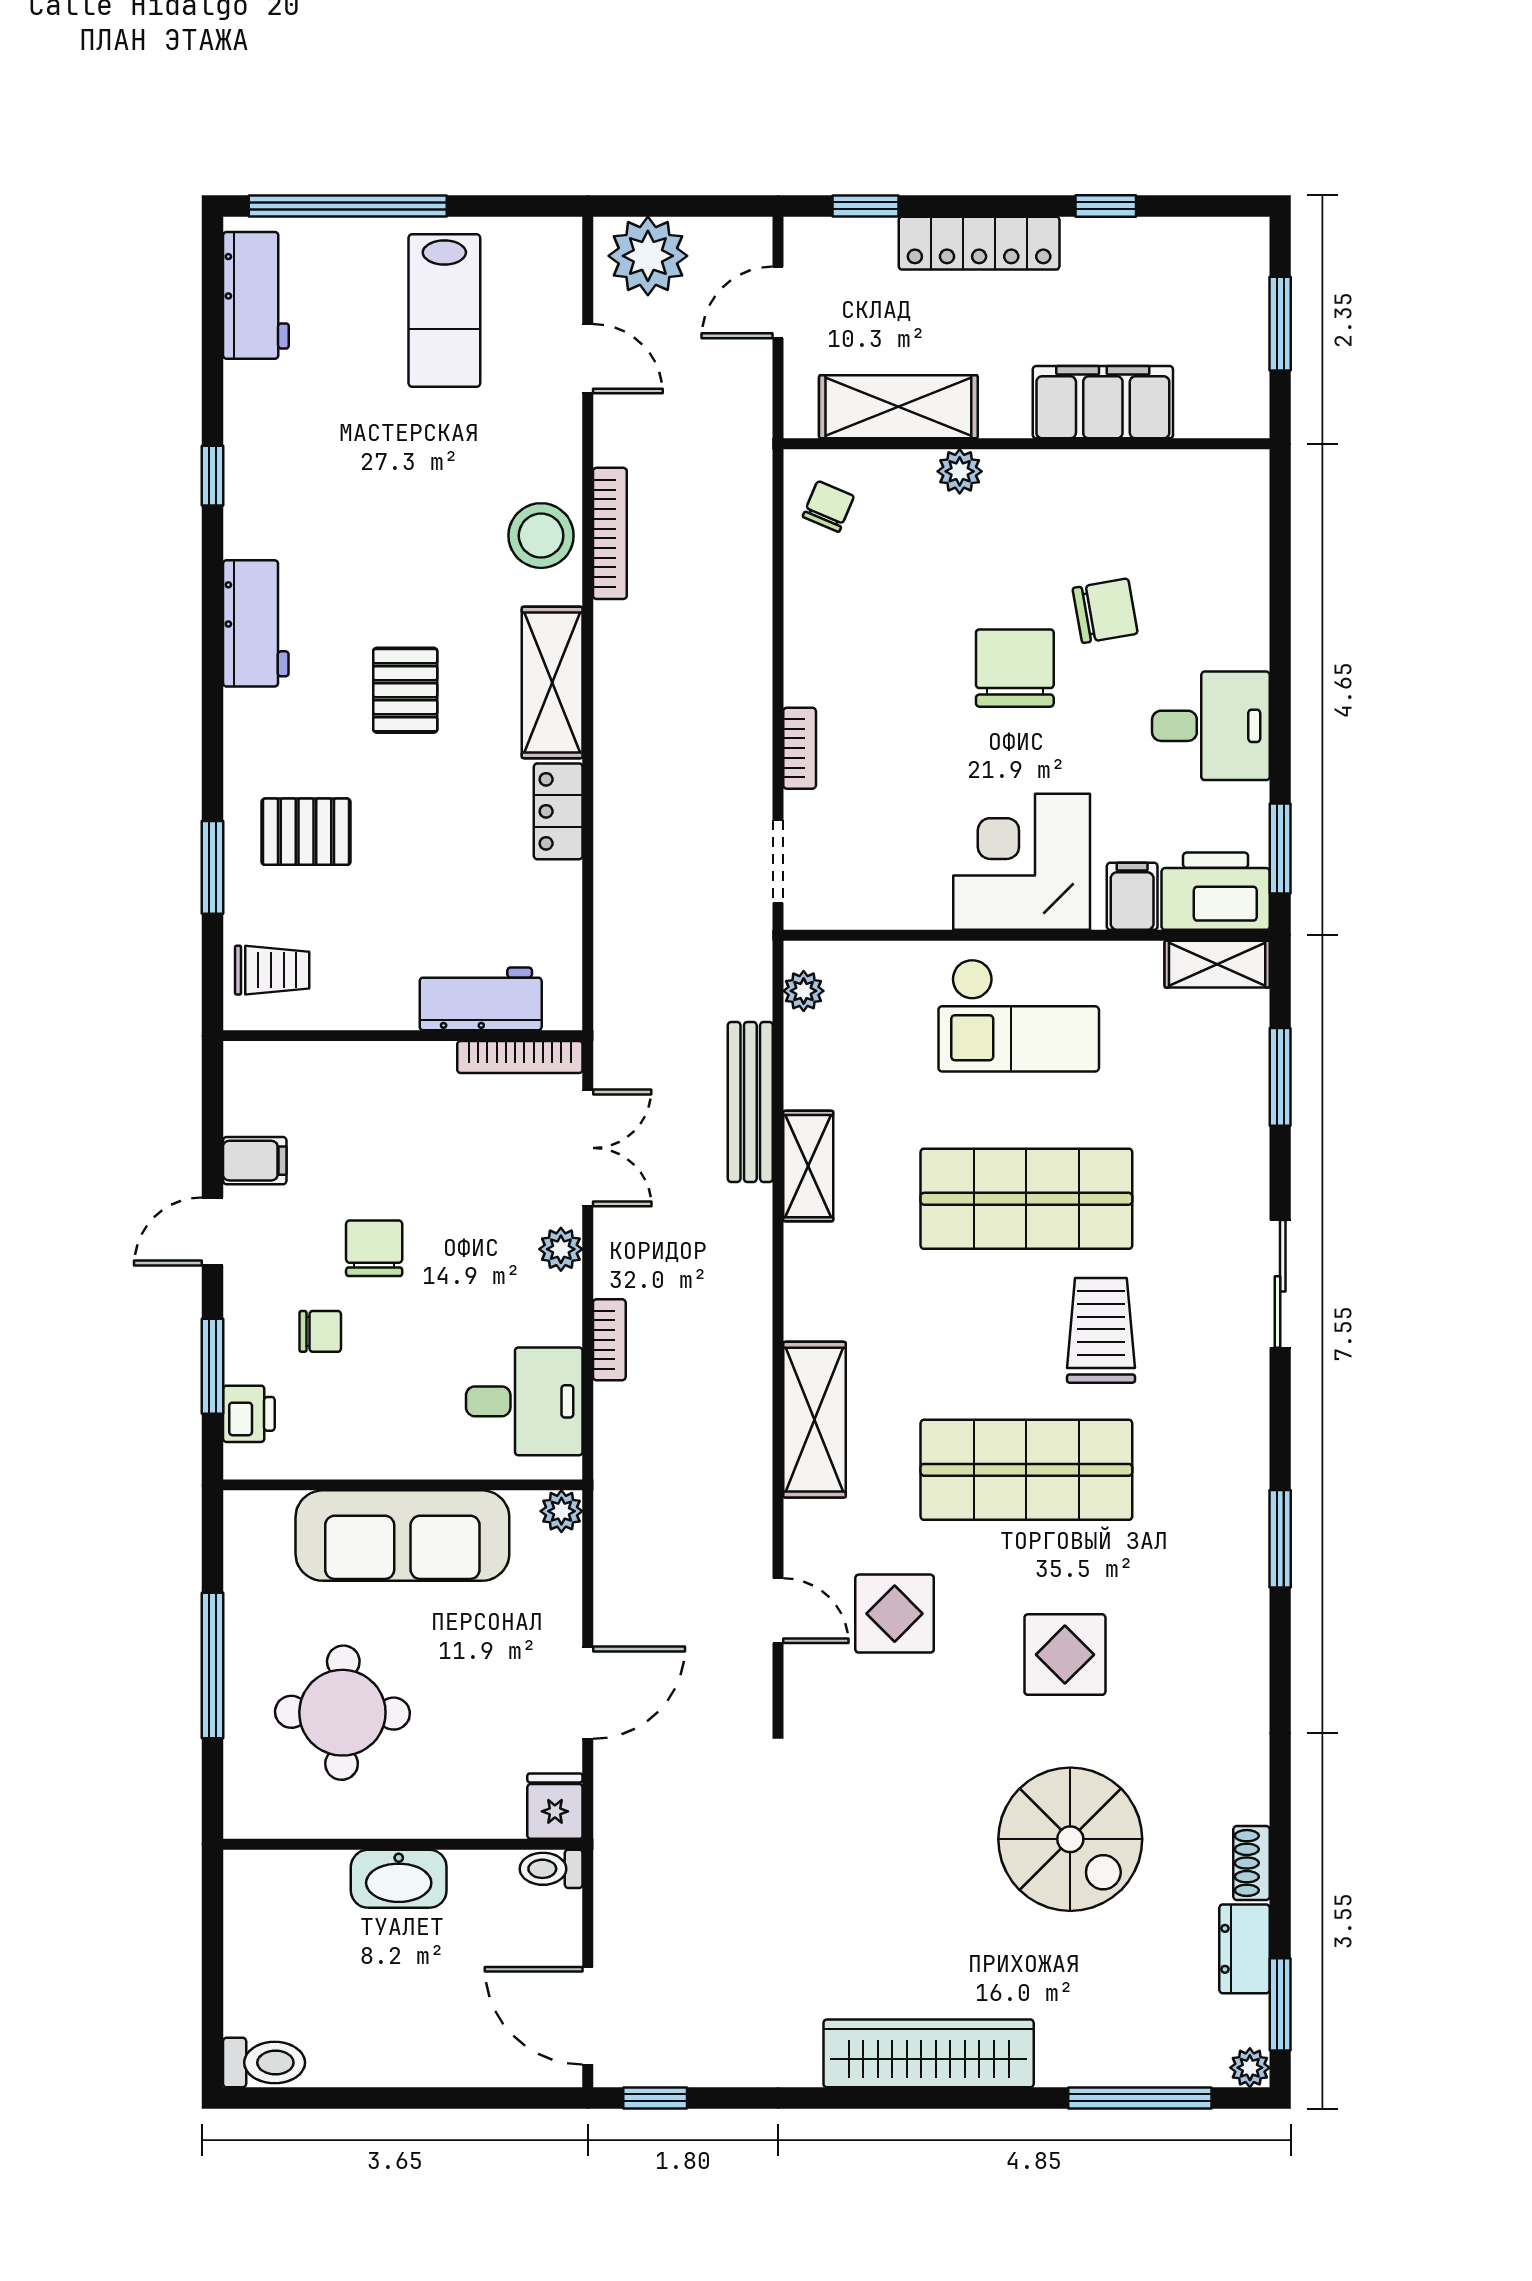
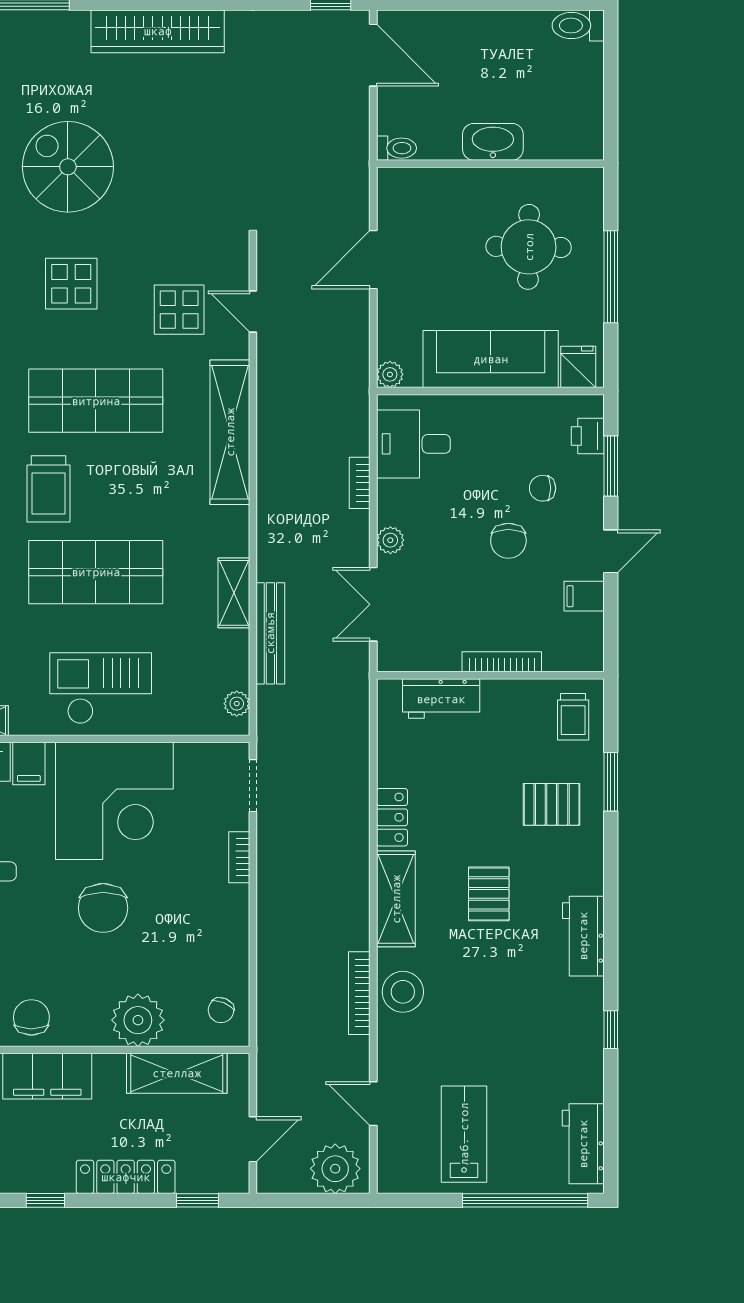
plant: (960, 471) -> (138, 1020), width x1.87, depth x1.87
chair: (1105, 611) -> (31, 1017), moved, turned 100
corner desk: (1022, 862) -> (114, 801), width x1.36, depth x1.36
trolley: (272, 970) -> (573, 717), turned -90
bookcase: (520, 1057) -> (502, 662), moved
shelving: (815, 1420) -> (230, 432), width x1.47
fridge: (555, 1806) -> (578, 367), moved, turned 180

